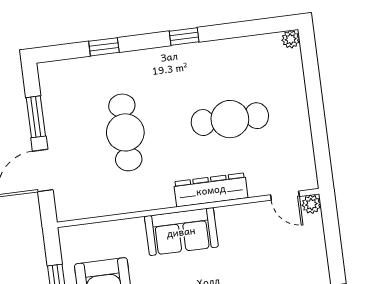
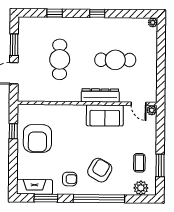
sofa: (181, 232) -> (105, 115), moved

